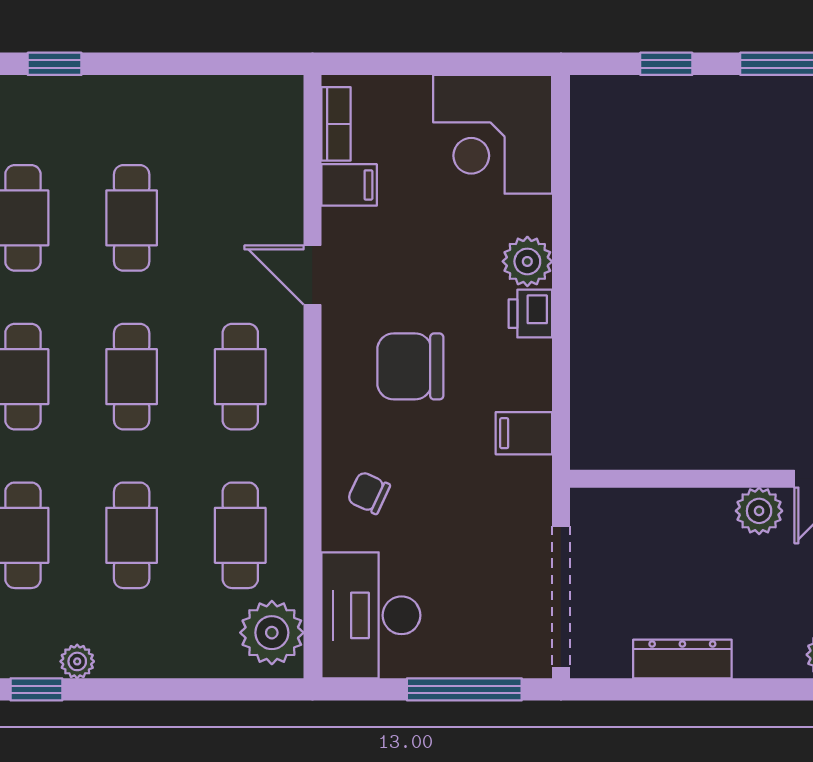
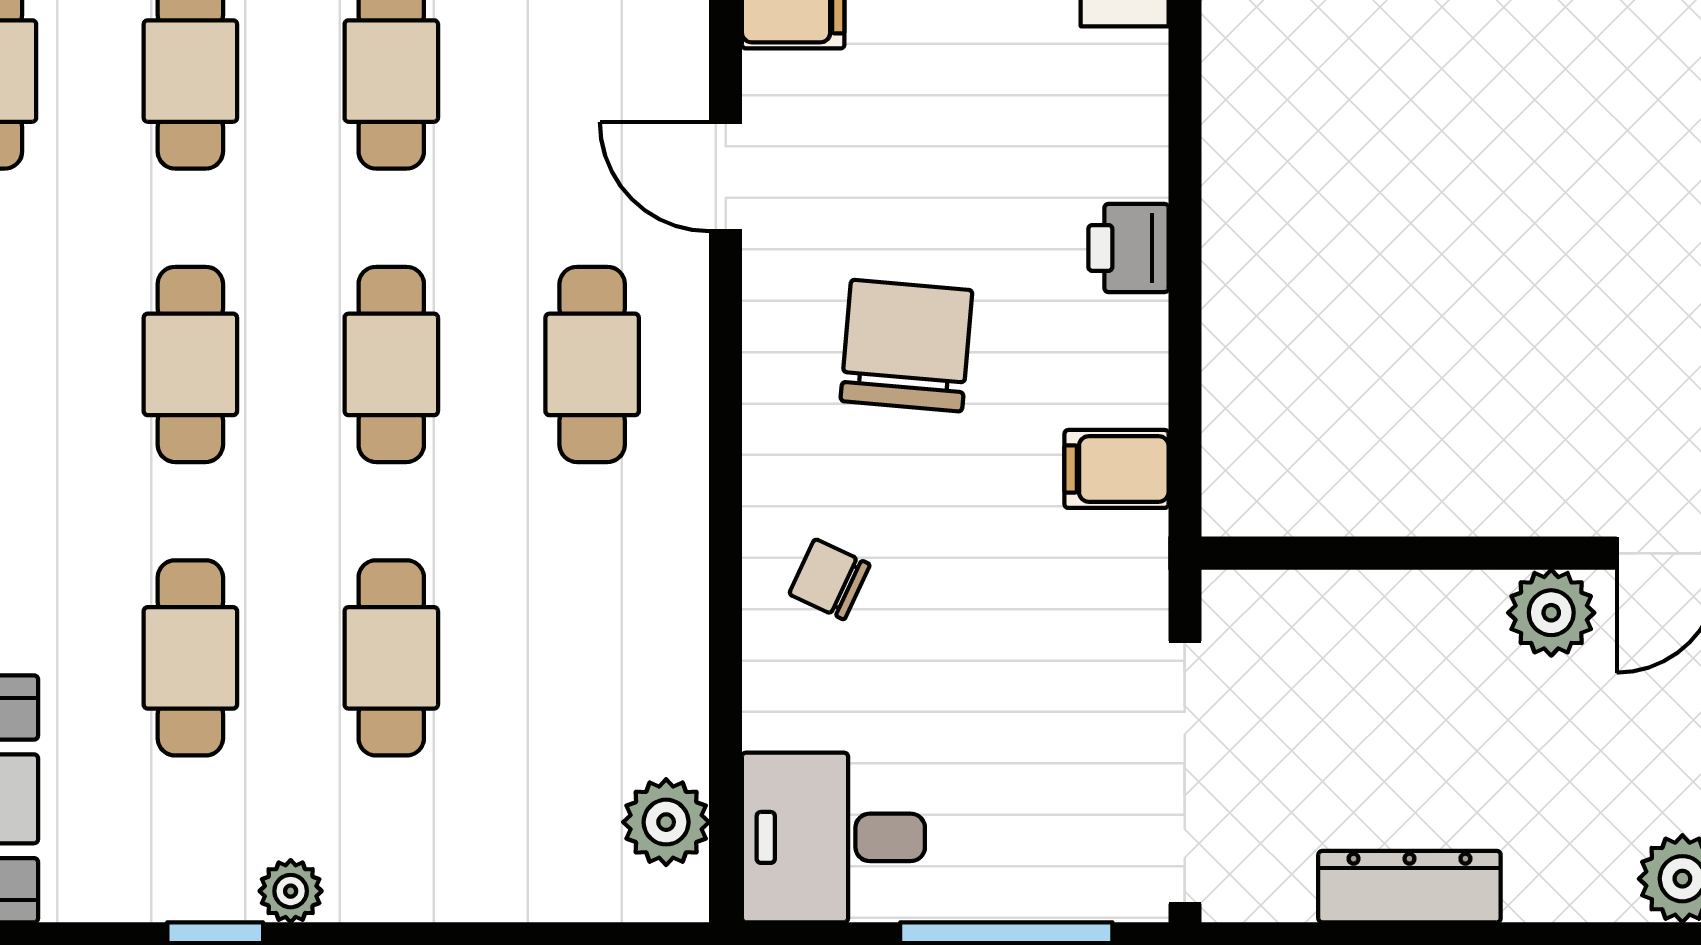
plant: (527, 261) -> (1123, 152), removed
chair: (410, 366) -> (906, 346), turned 95
cafe table: (240, 535) -> (592, 658), removed
desk: (371, 615) -> (833, 837), width x0.73
plant: (272, 633) -> (666, 822), width x0.73, depth x0.73

